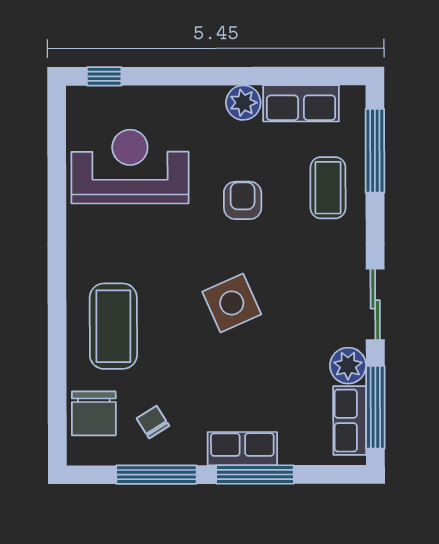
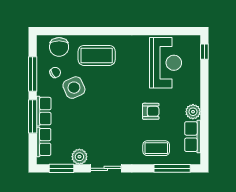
side table: (232, 303) -> (74, 88), moved
window: (375, 407) -> (61, 168), width x0.69
chair: (94, 413) -> (59, 47), turned -90
row of seats: (350, 421) -> (44, 142), moved, turned 90

